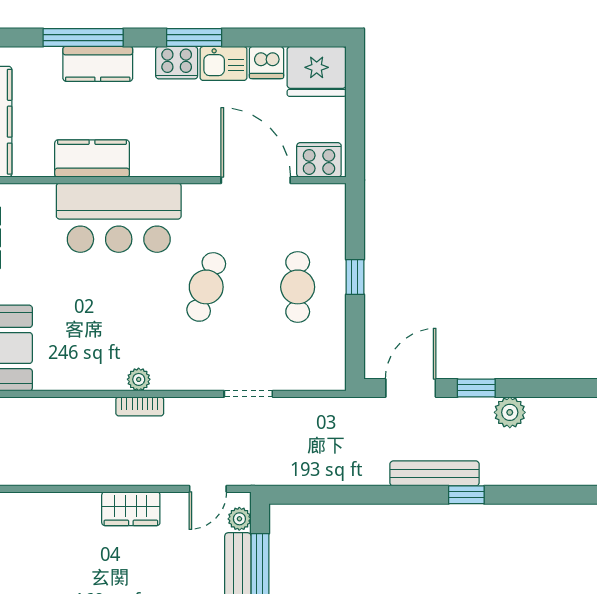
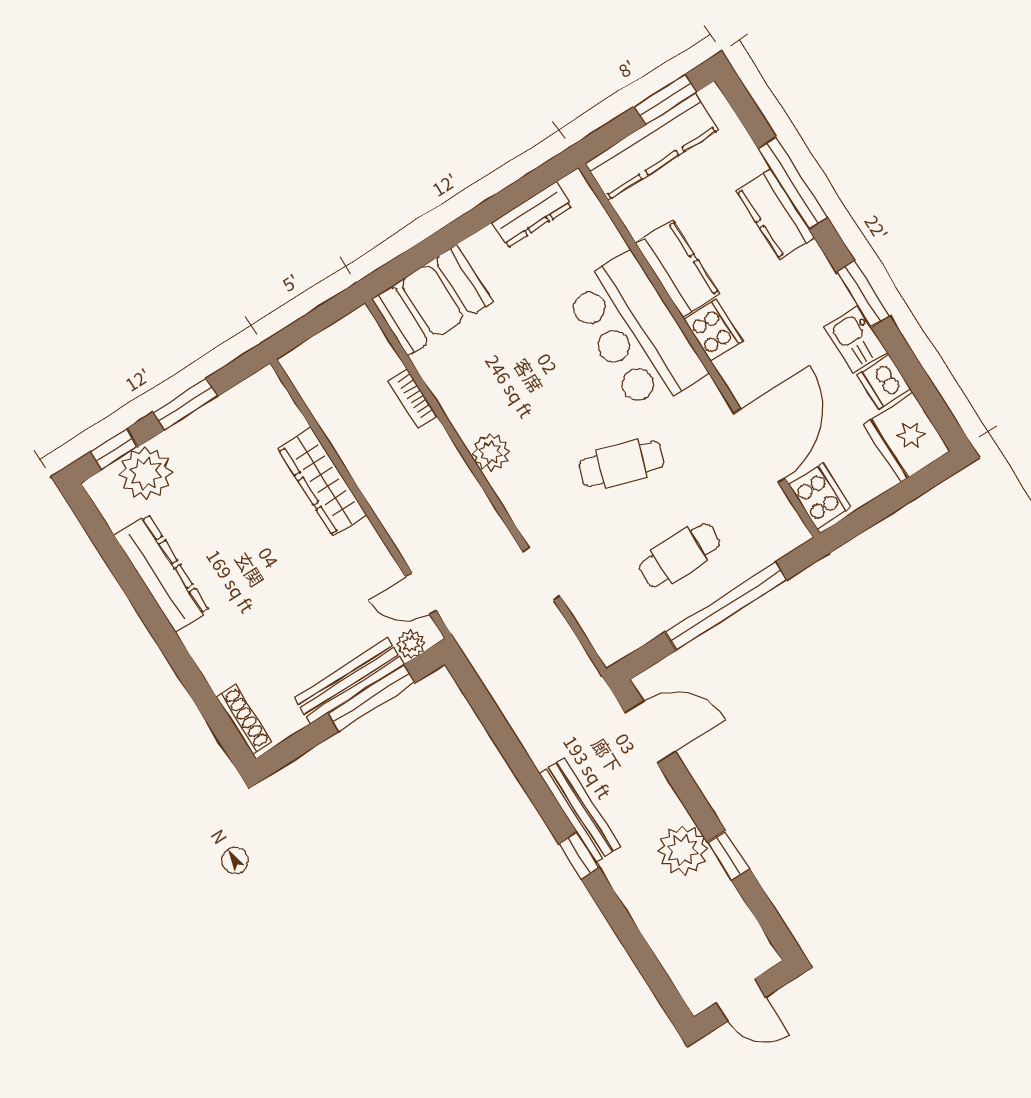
cooker: (177, 63) -> (713, 331), moved, turned 180
window: (355, 277) -> (726, 606), width x3.17
plant: (139, 379) -> (491, 452), width x1.38, depth x1.38
window: (476, 388) -> (728, 855), moved
bookcase: (140, 406) -> (412, 398), moved
plant: (510, 412) -> (683, 850), width x1.36, depth x1.36
wardrobe: (131, 509) -> (322, 482), moved, width x1.50

